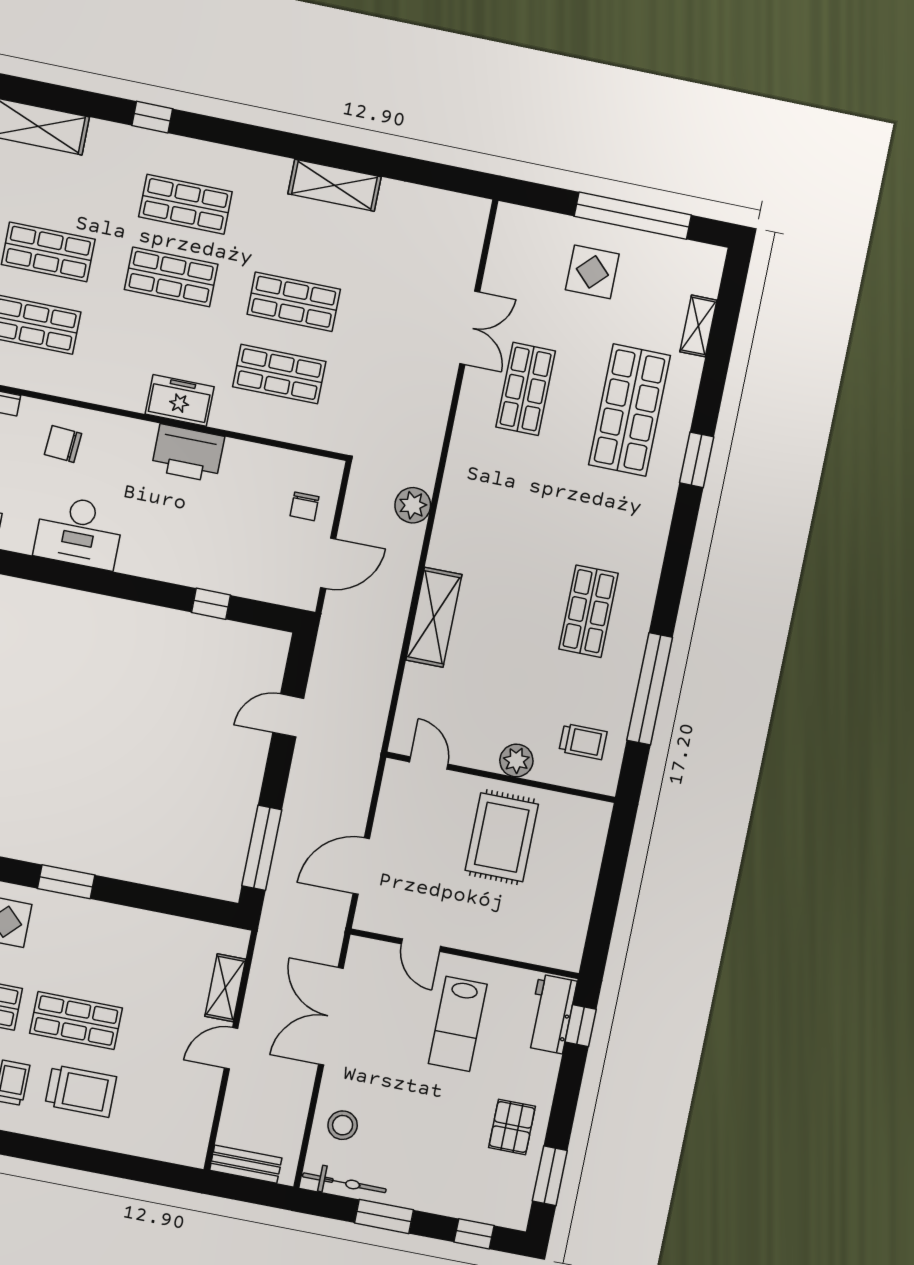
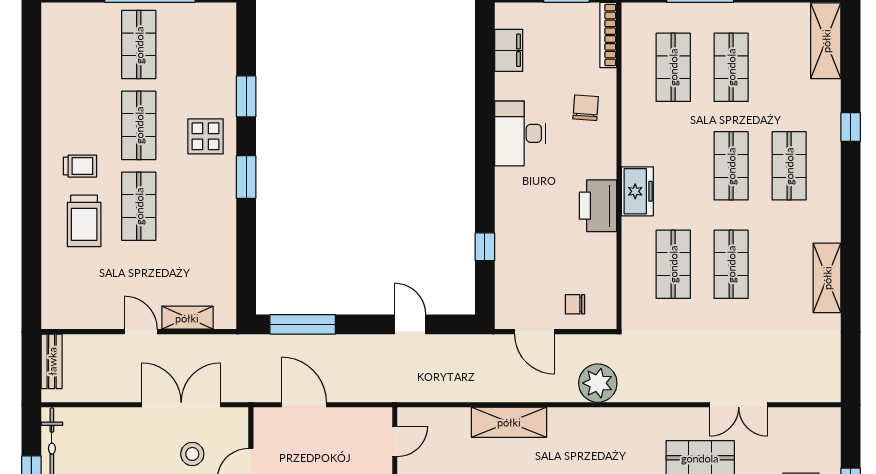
plant: (413, 505) -> (598, 383), width x1.36, depth x1.36
stool: (343, 1125) -> (192, 454), moved

